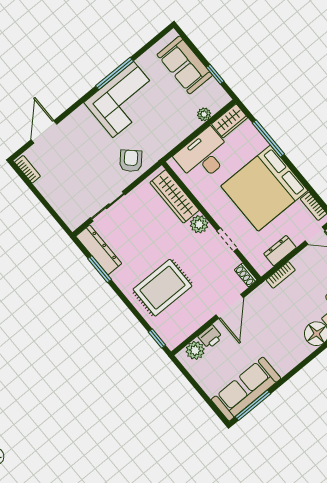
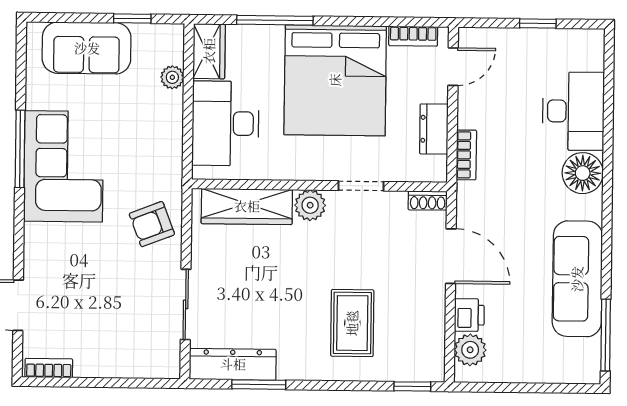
armchair: (131, 161) -> (152, 224), turned -64
rug: (163, 288) -> (352, 323), width x0.73, depth x0.70
sofa: (246, 389) -> (577, 279), moved

